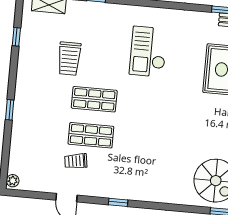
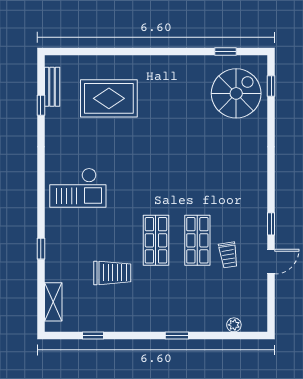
checkout: (148, 52) -> (78, 188), moved
plant: (13, 181) -> (234, 325), moved
window: (118, 202) -> (271, 224), moved

